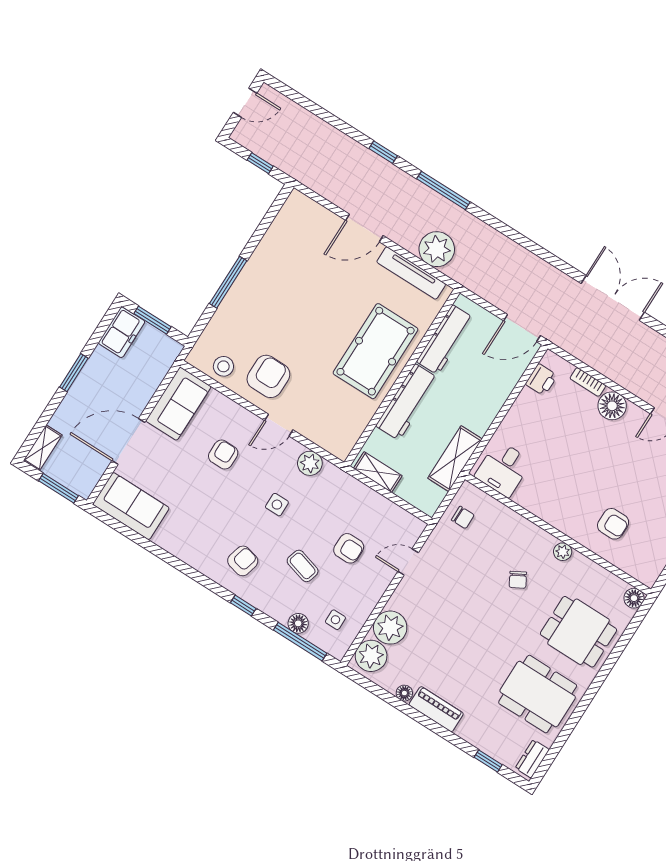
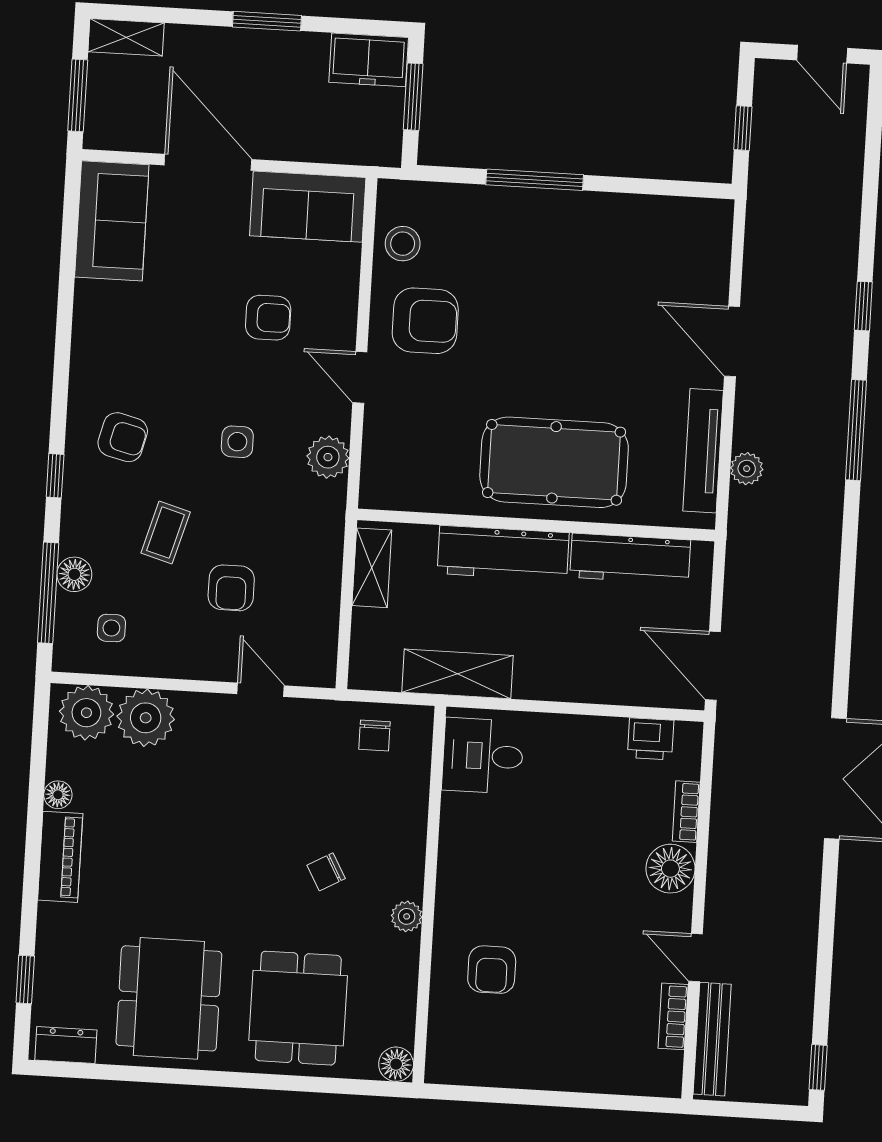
plant: (437, 249) -> (747, 469), width x0.53, depth x0.53

